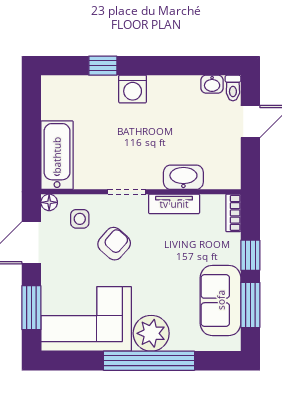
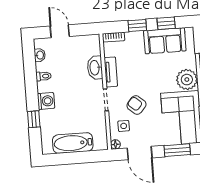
toilet: (233, 88) -> (44, 76), moved
bathtub: (57, 155) -> (73, 143), moved
window: (250, 305) -> (166, 23), width x0.67

